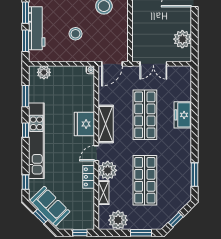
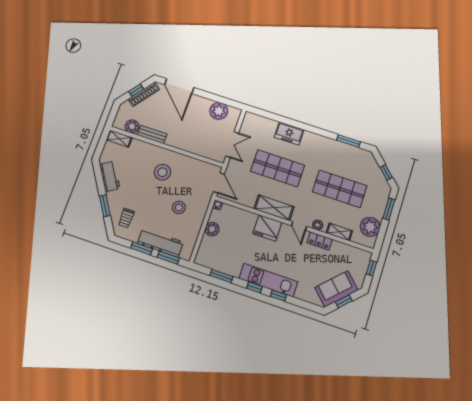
plant: (44, 72) -> (212, 229), moved
kitchen unit: (36, 141) -> (268, 280), width x0.73
plant: (108, 170) -> (318, 225), width x0.53, depth x0.53
window: (25, 182) -> (278, 296), moved

